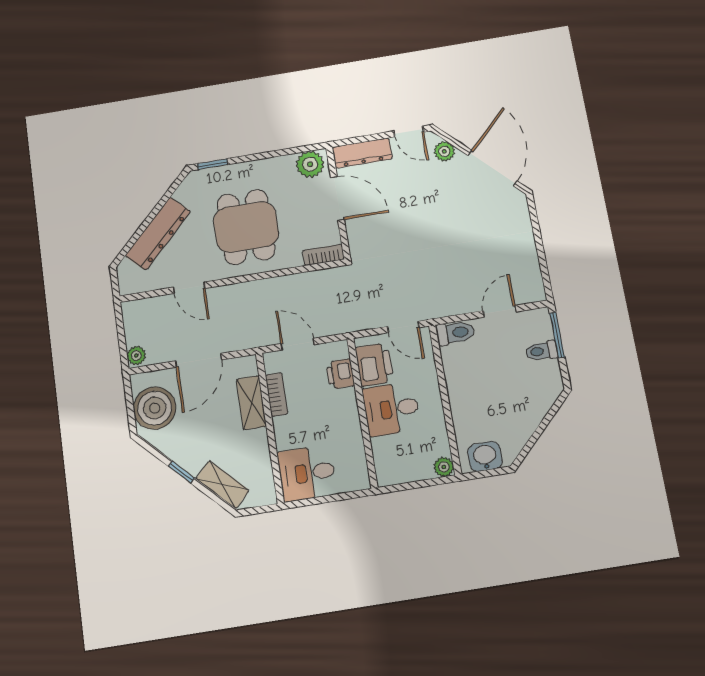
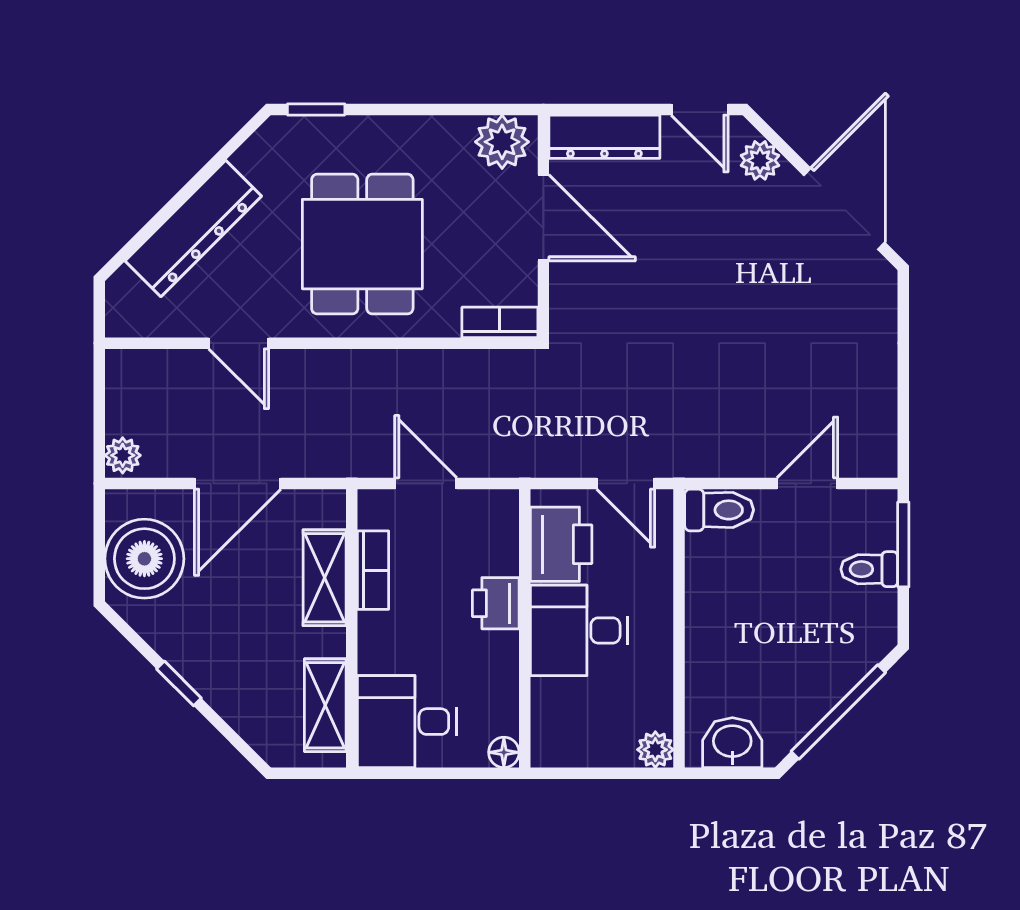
printer: (340, 374) -> (496, 603), moved
window: (539, 430) -> (838, 712), added
floor lamp: (362, 482) -> (504, 752), added
shelving: (223, 485) -> (325, 705), moved, turned 45

